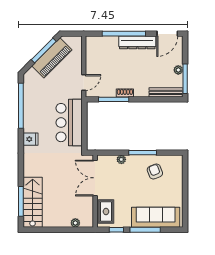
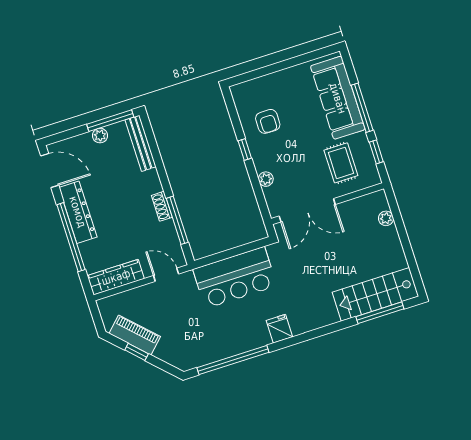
window: (44, 50) -> (137, 352), width x0.46
wardrobe: (92, 52) -> (116, 277), added
piano: (52, 58) -> (135, 335), width x0.73, depth x0.75
window: (143, 153) -> (245, 149), width x0.46
armchair: (155, 172) -> (268, 121), turned -69
rug: (106, 212) -> (341, 163), moved, turned 90

